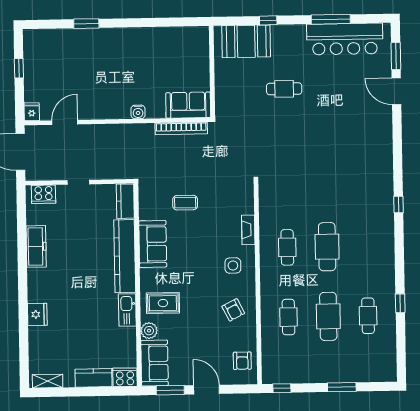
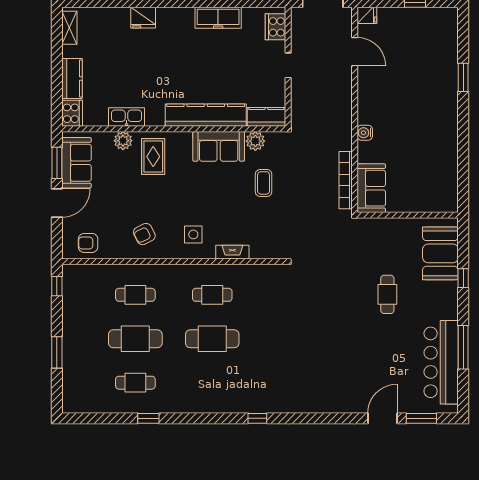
plant: (147, 211) -> (255, 141), added
kitchen sink: (127, 310) -> (126, 117), moved
sofa: (155, 363) -> (76, 163), moved, turned -90

